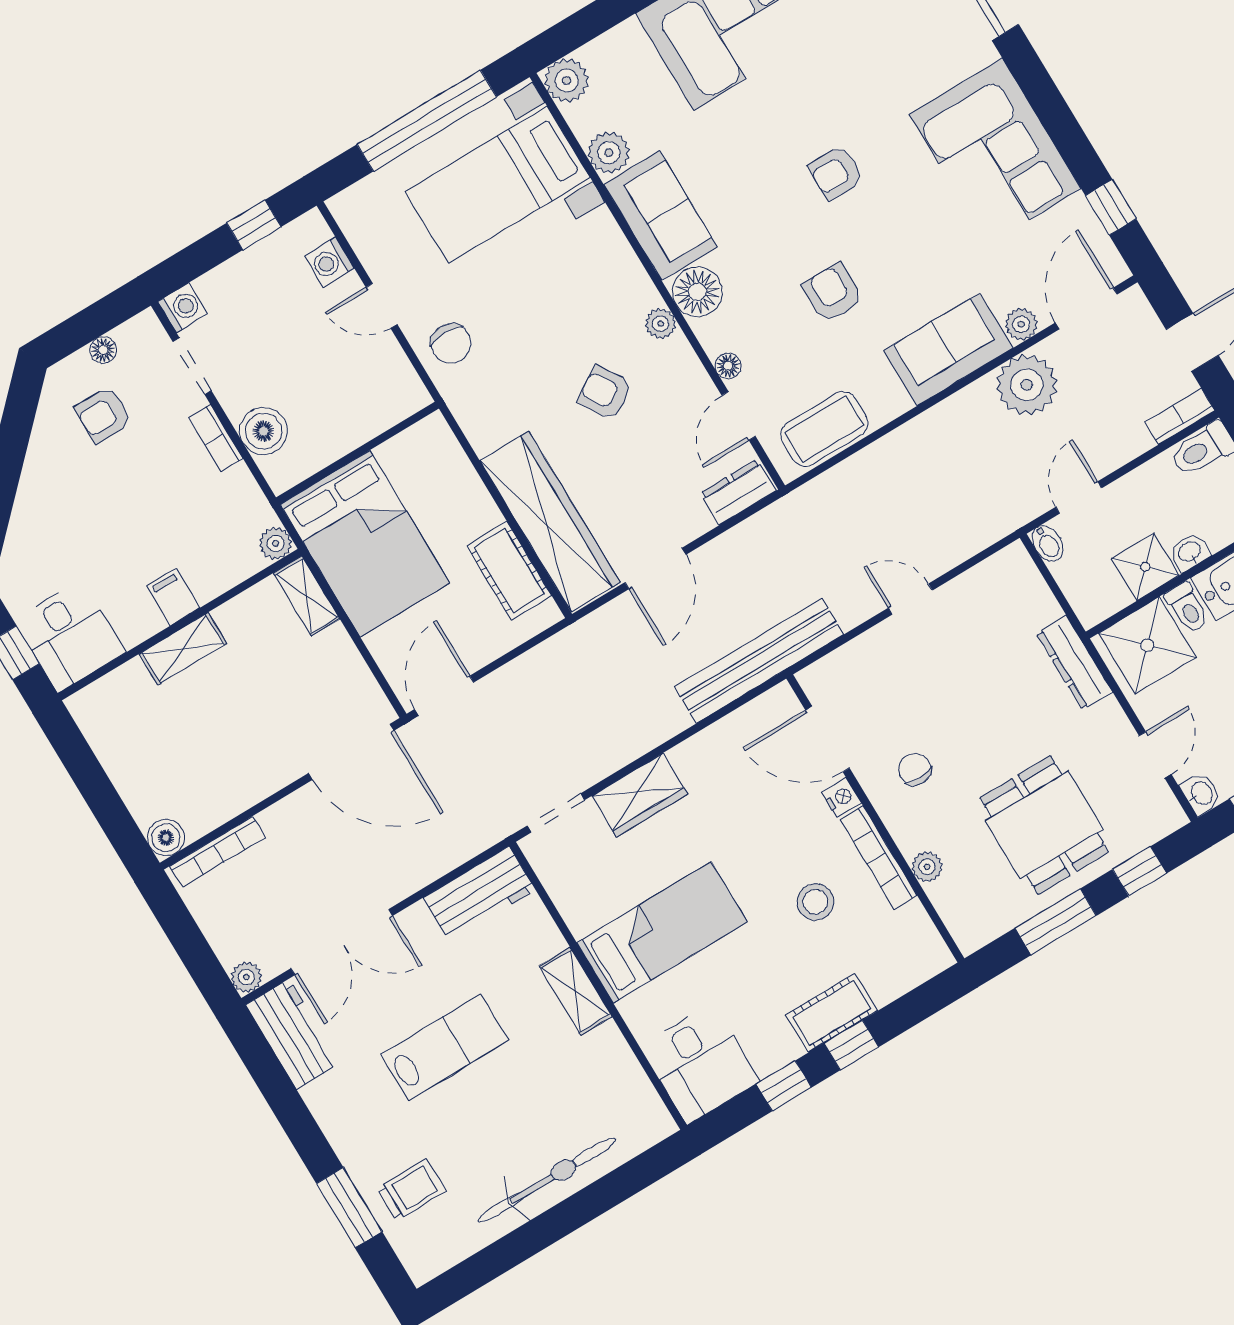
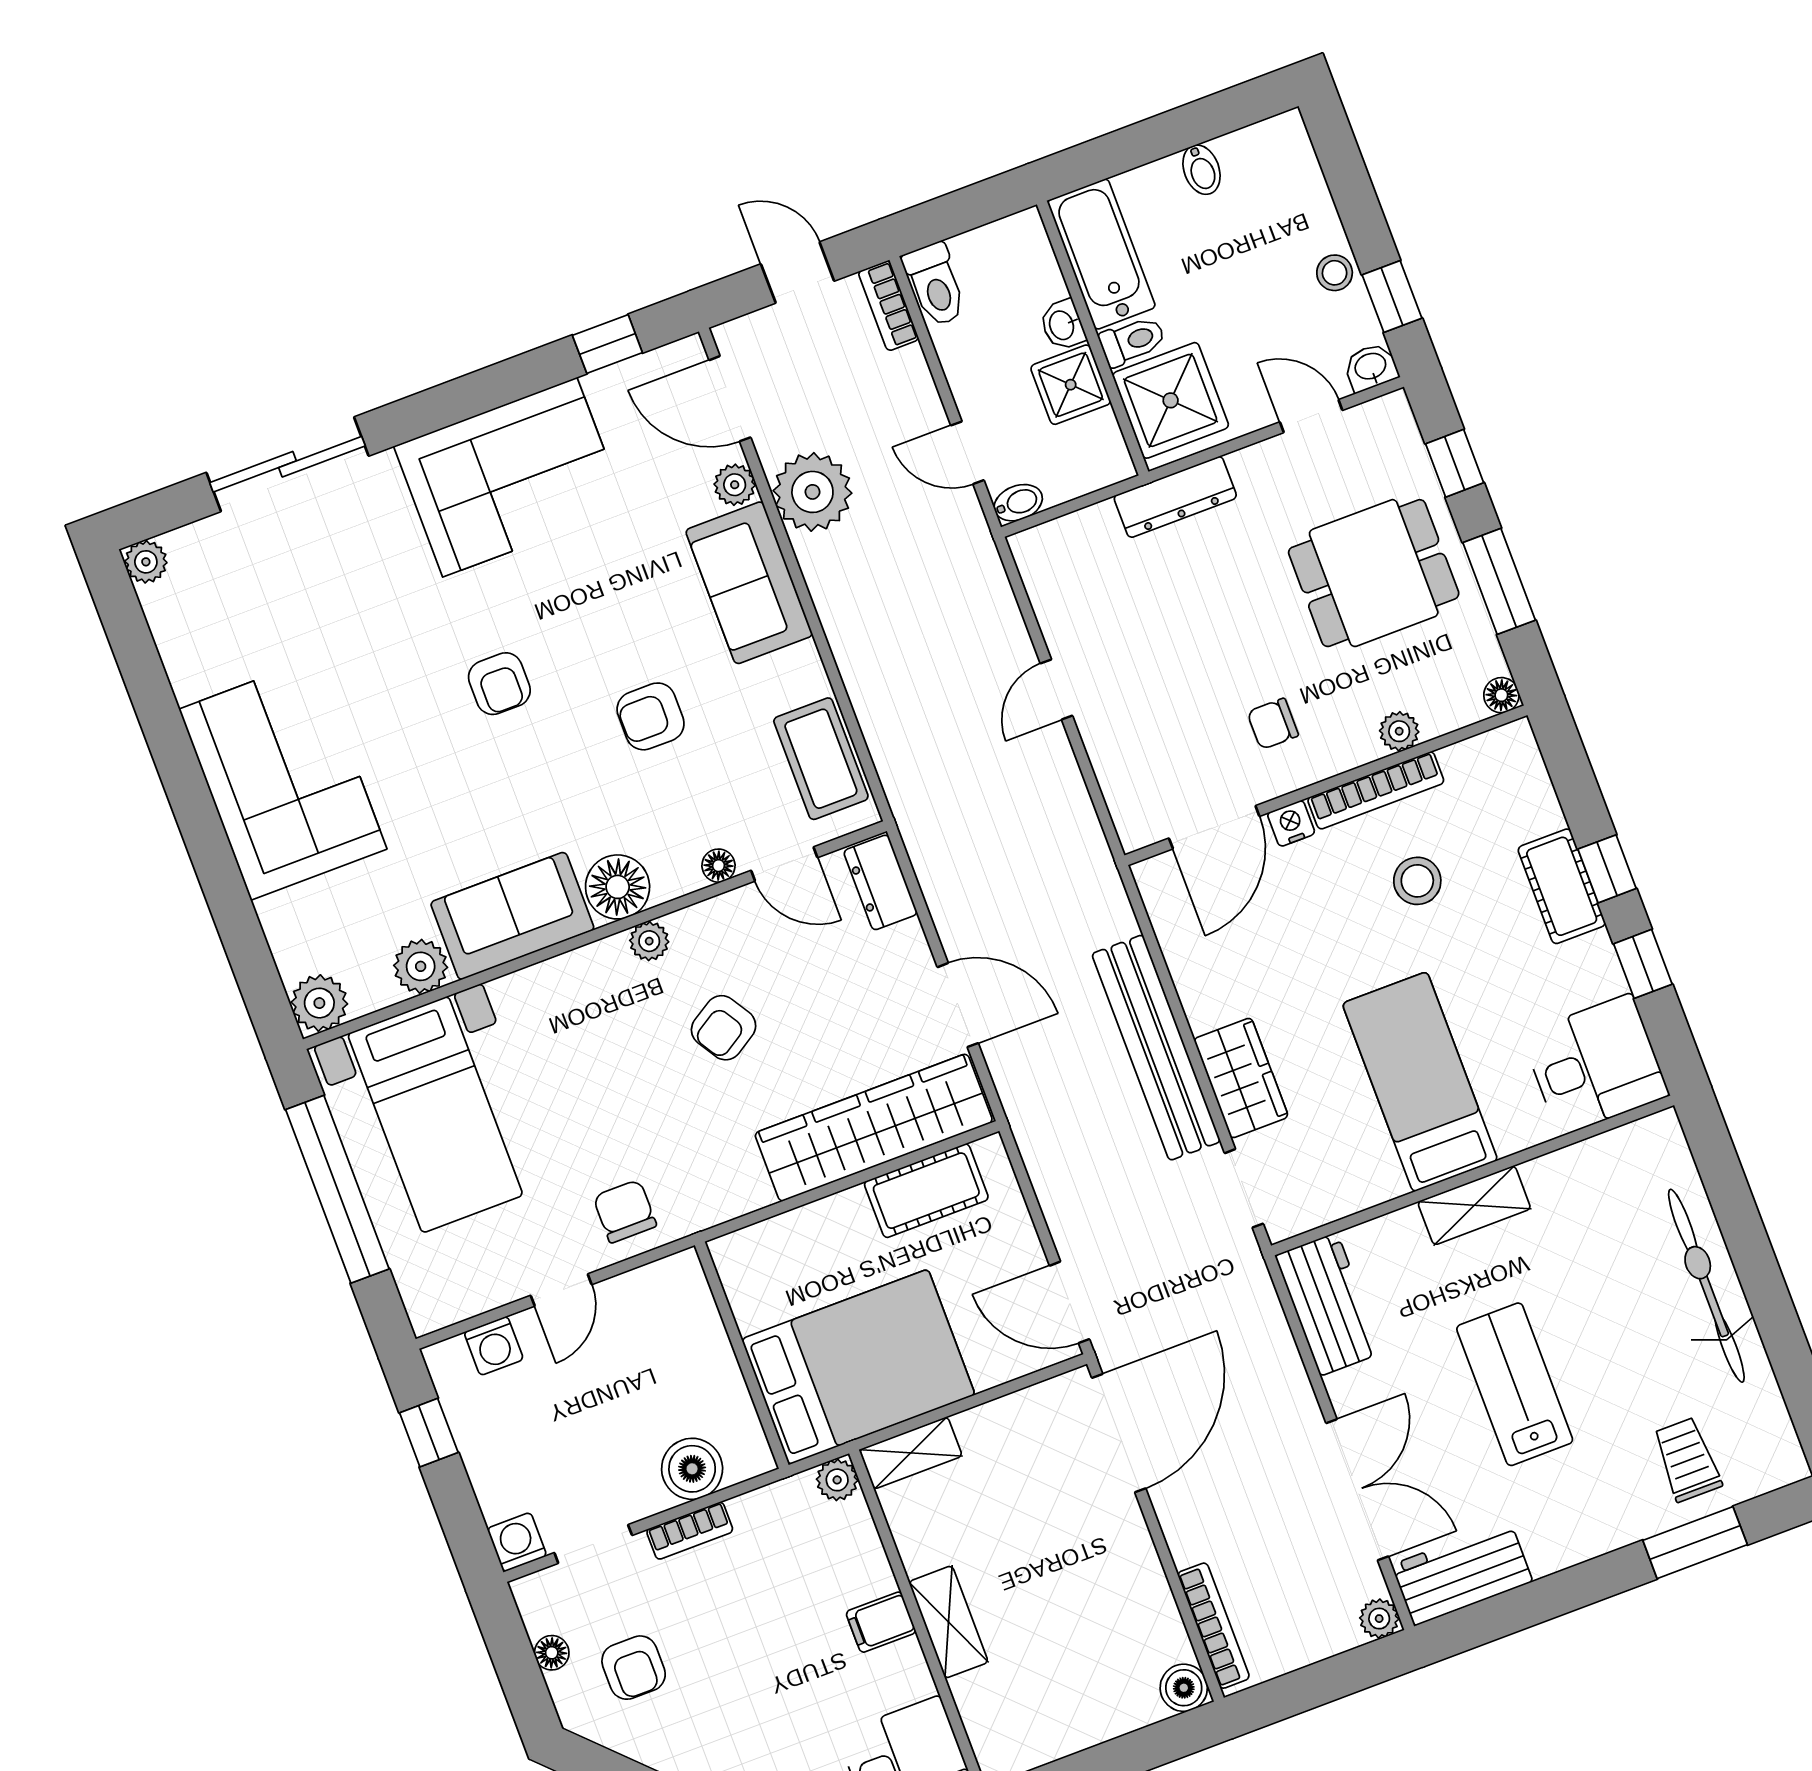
chair: (451, 343) -> (625, 1211), turned -90
bench: (759, 661) -> (1156, 1048), moved
floor lamp: (969, 940) -> (1501, 695), added

